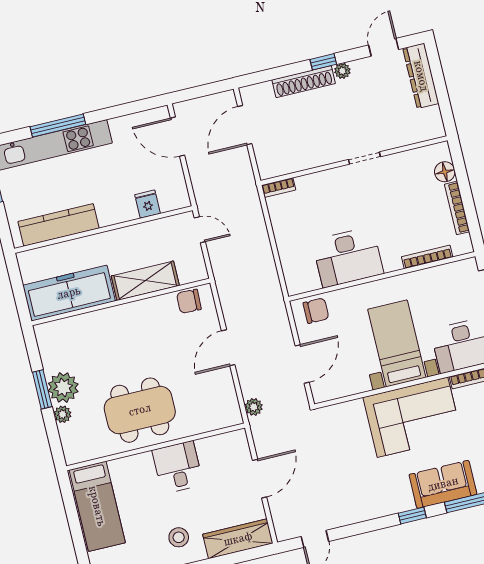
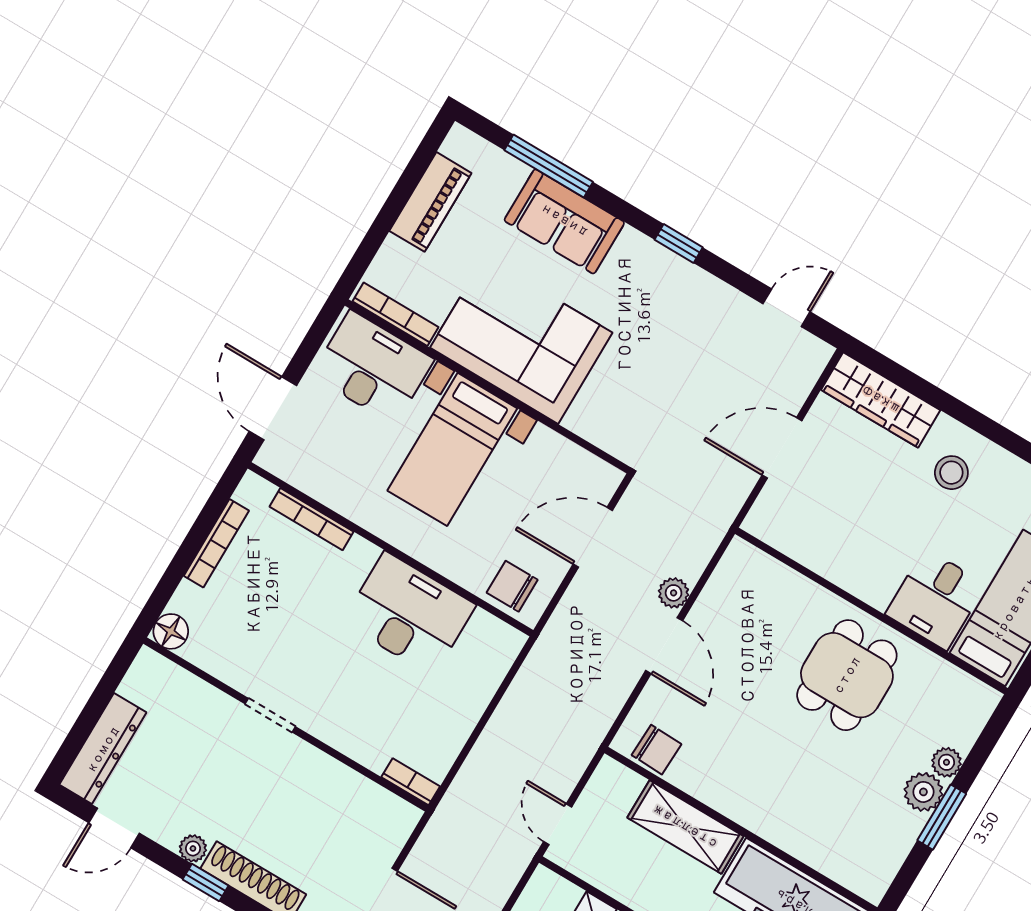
floor lamp: (445, 172) -> (171, 631), moved
door: (228, 348) -> (664, 646), hinge flipped
plant: (63, 387) -> (923, 792), width x0.73, depth x0.73
plant: (254, 407) -> (674, 593), moved
dining table: (140, 410) -> (847, 675), width x0.73
desk: (178, 467) -> (936, 599), moved
window: (412, 516) -> (679, 243), moved

